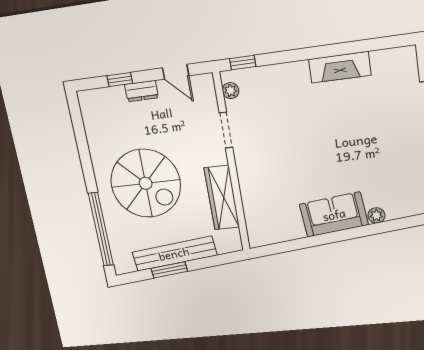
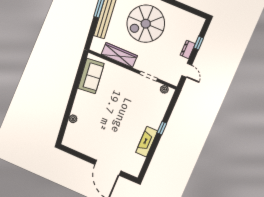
window: (243, 63) -> (162, 128), moved
door: (176, 72) -> (187, 70), swing flipped
sofa: (334, 215) -> (91, 76), moved

